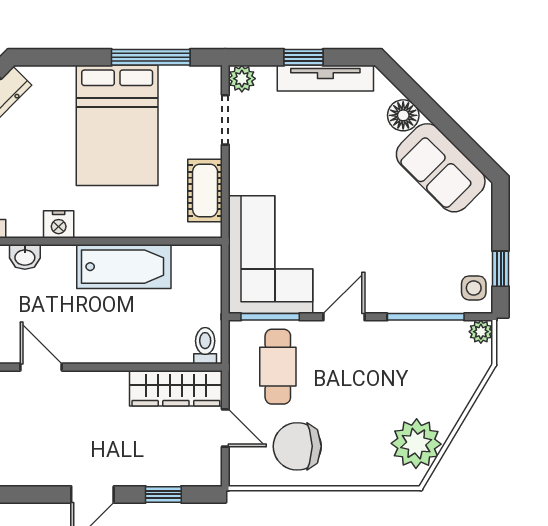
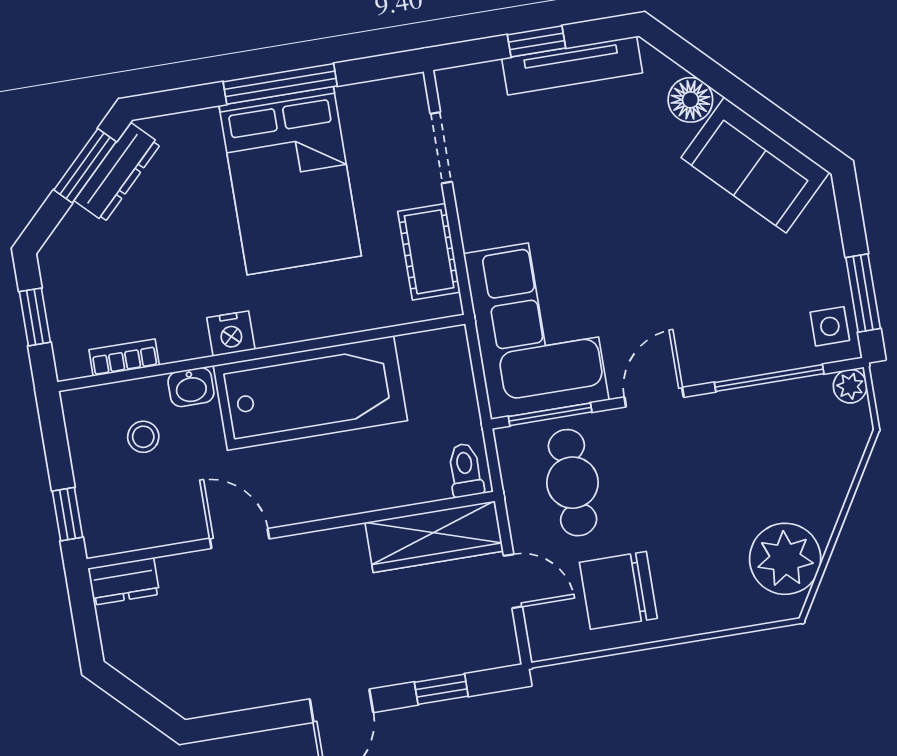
window: (151, 57) -> (280, 84), moved
plant: (242, 79) -> (455, 86), removed
bathtub: (124, 267) -> (310, 393), width x1.36, depth x1.36
window: (501, 269) -> (863, 293), width x1.50

